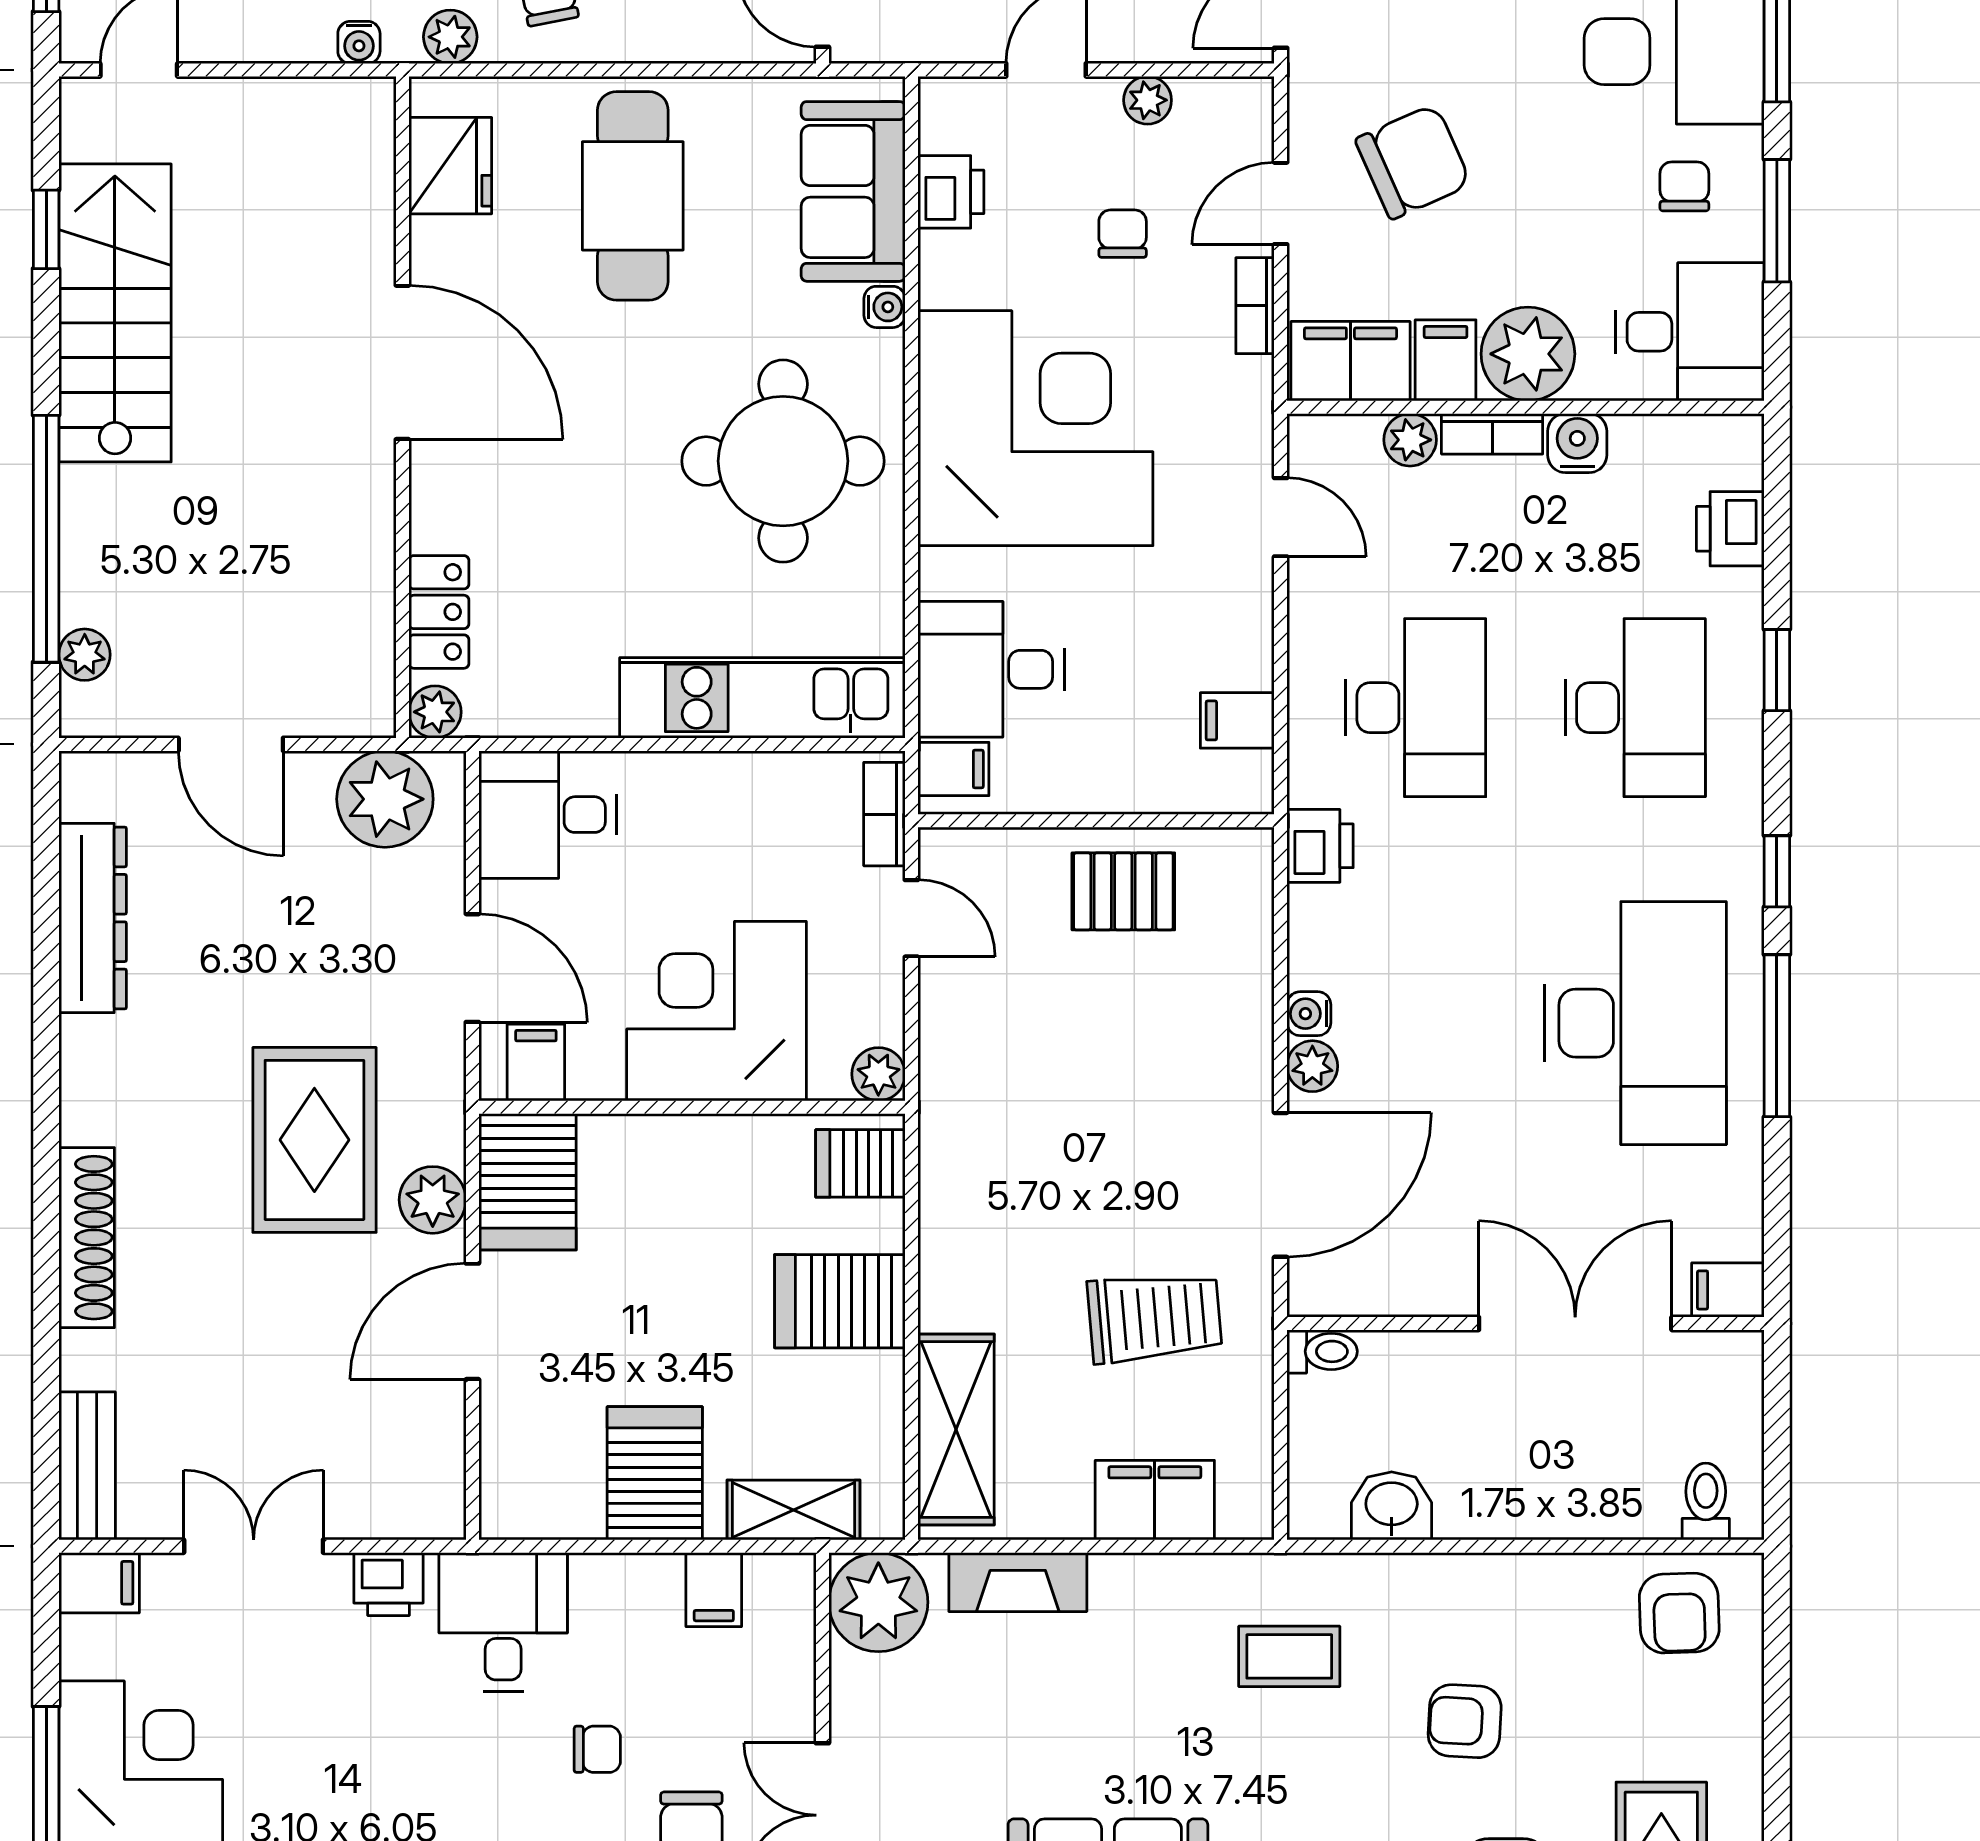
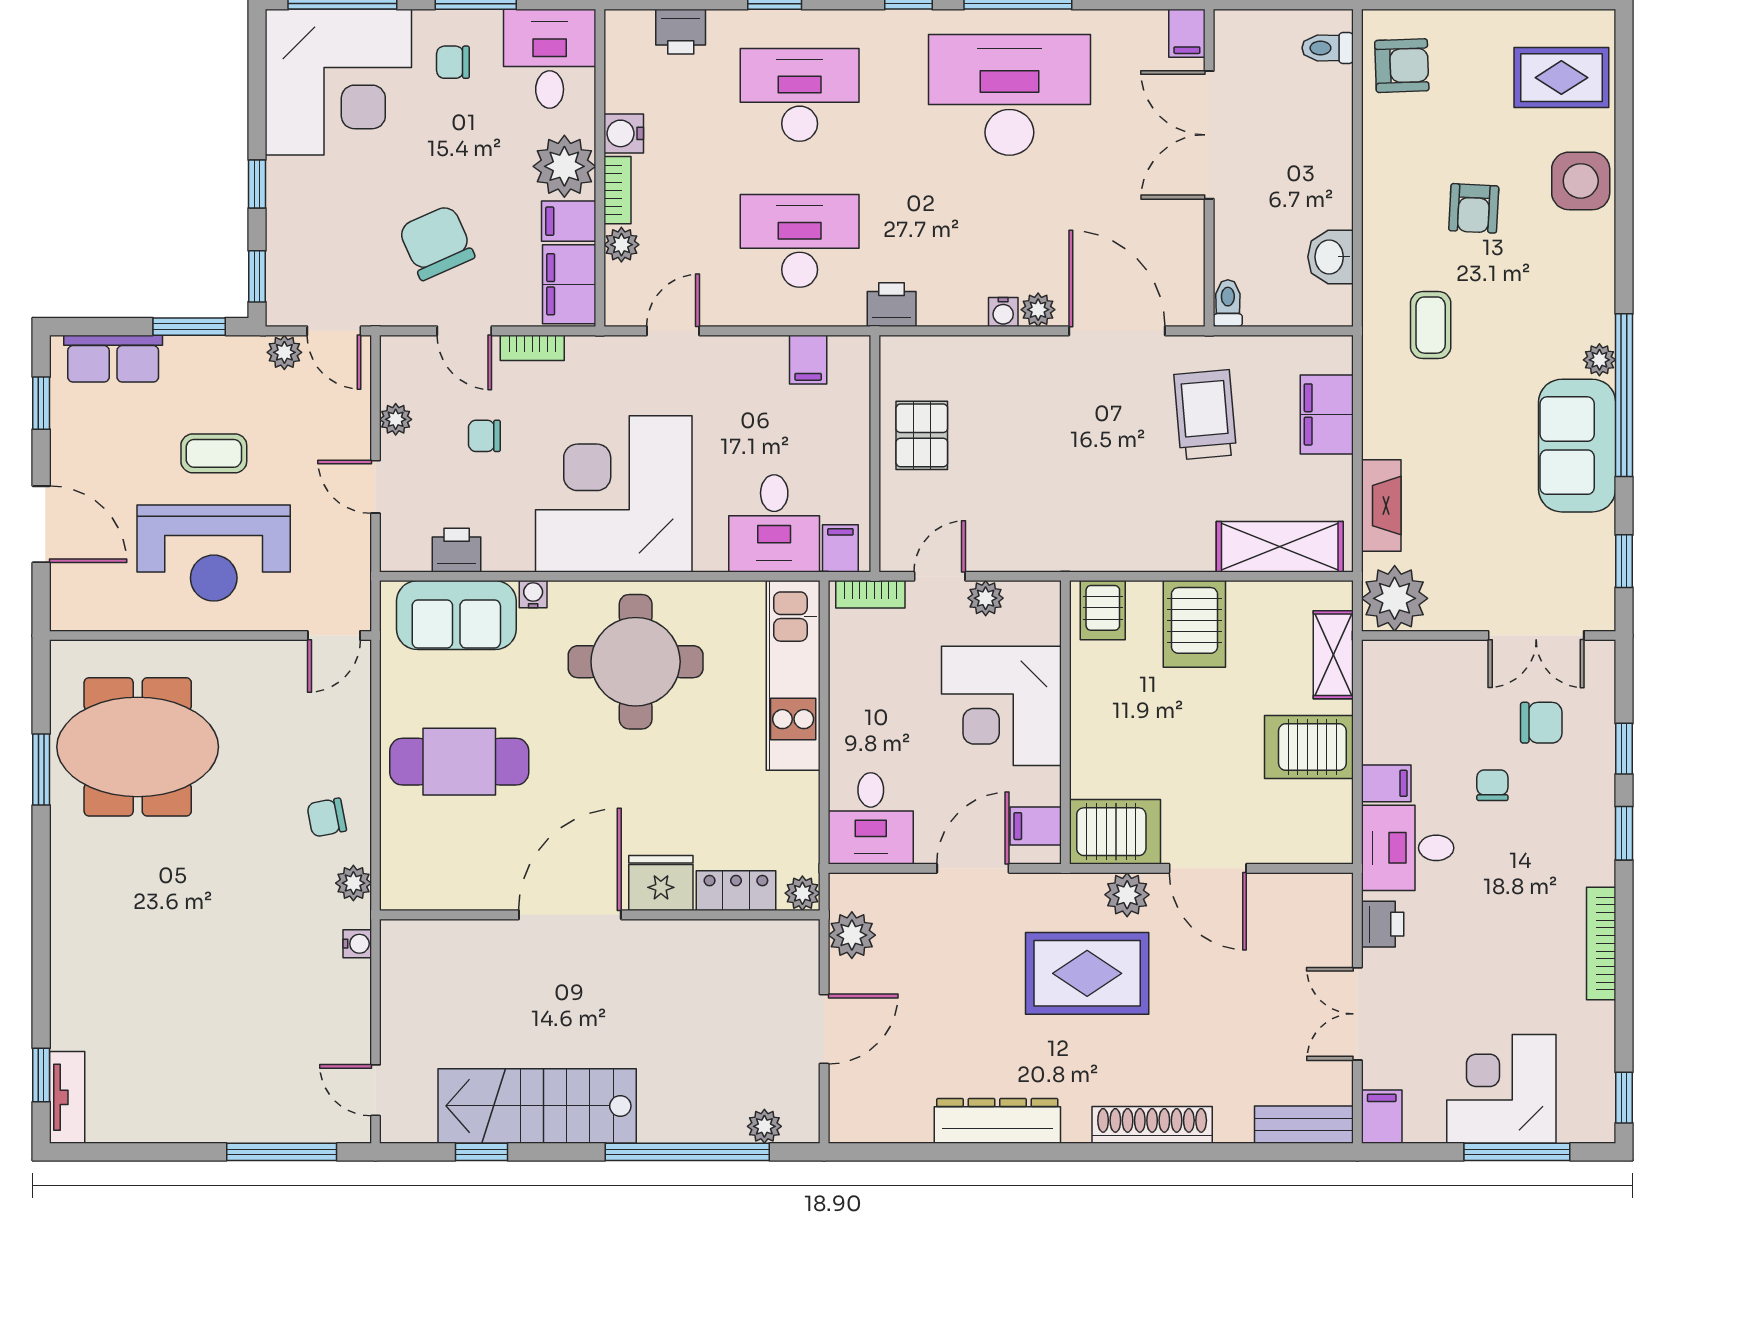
fridge: (450, 166) -> (661, 883), moved
plant: (385, 799) -> (852, 935), width x0.73, depth x0.73
dresser: (93, 918) -> (997, 1121), moved
plant: (878, 1074) -> (986, 598), moved
filing cabinet: (714, 1590) -> (1386, 783), moved

